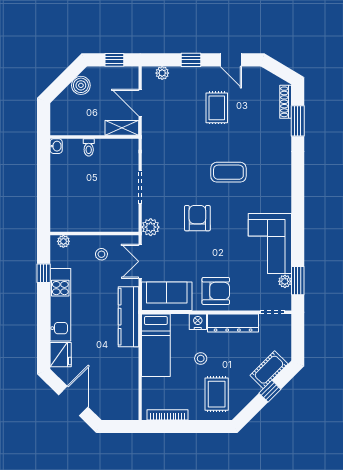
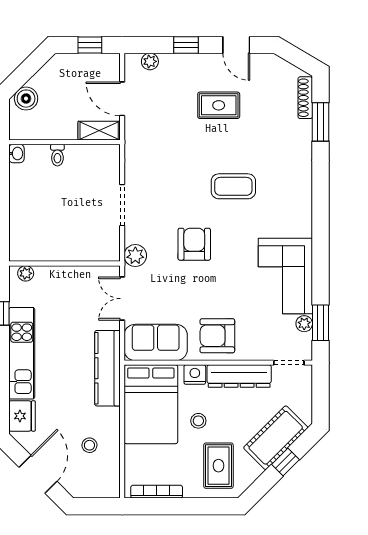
boiler: (81, 85) -> (26, 99), moved
rug: (217, 108) -> (219, 105), turned 90
stool: (101, 254) -> (89, 445), moved
armchair: (216, 291) -> (217, 336), turned 180
bed: (156, 345) -> (151, 404), width x1.50
cot: (269, 370) -> (276, 438), width x1.37, depth x1.34

